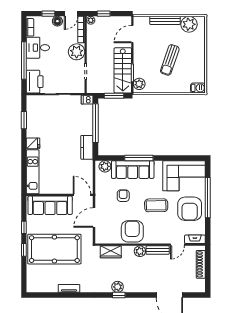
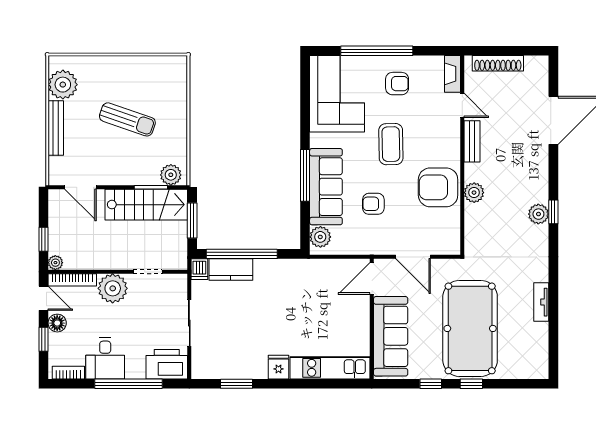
barbecue: (198, 88) -> (178, 69), removed
kitchen counter: (87, 147) -> (231, 270), moved
armchair: (190, 209) -> (397, 84), width x0.53, depth x0.53
plant: (140, 251) -> (474, 193), moved
wardrobe: (111, 252) -> (475, 226), removed

